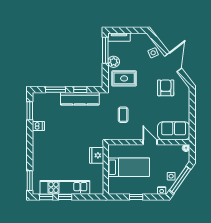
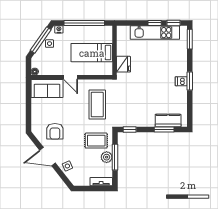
window: (105, 50) -> (115, 157), moved
door: (173, 62) -> (48, 157), hinge flipped
window: (80, 90) -> (130, 129), moved
kitchen counter: (80, 99) -> (168, 120), moved, width x0.67
window: (30, 111) -> (190, 81), moved
coffee table: (123, 115) -> (97, 105), width x1.86, depth x1.72
dishwasher: (38, 126) -> (181, 81), moved
window: (136, 197) -> (84, 23), width x3.17

